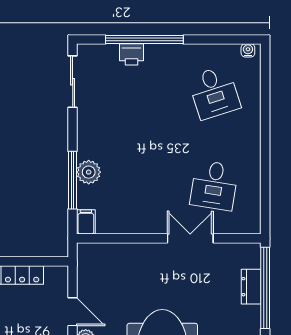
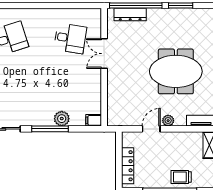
window: (73, 180) -> (50, 129), moved
dresser: (251, 287) -> (130, 14), width x1.44

